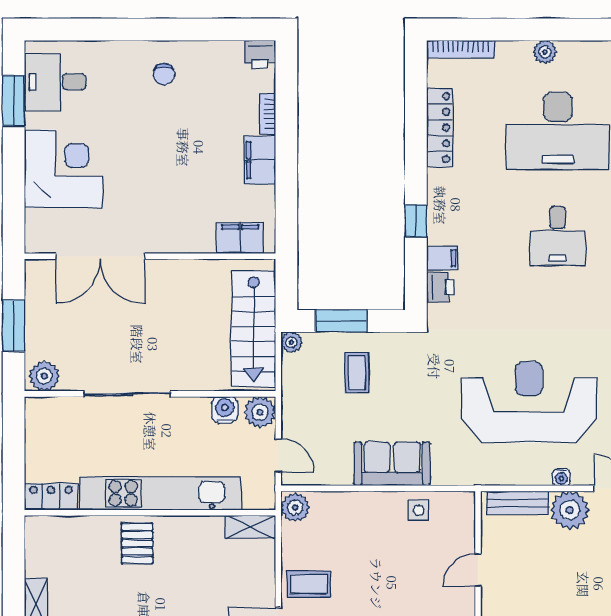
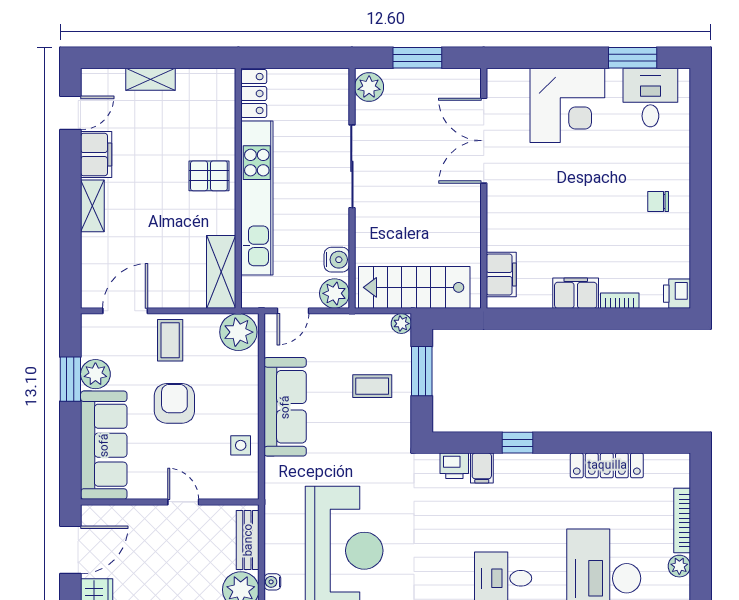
bookcase: (461, 49) -> (682, 521), moved
sofa: (392, 464) -> (285, 407), width x1.36
plant: (295, 507) -> (238, 332), width x1.36, depth x1.36
shelving: (250, 527) -> (221, 272), width x1.50, depth x1.33
armchair: (375, 579) -> (174, 403), added

